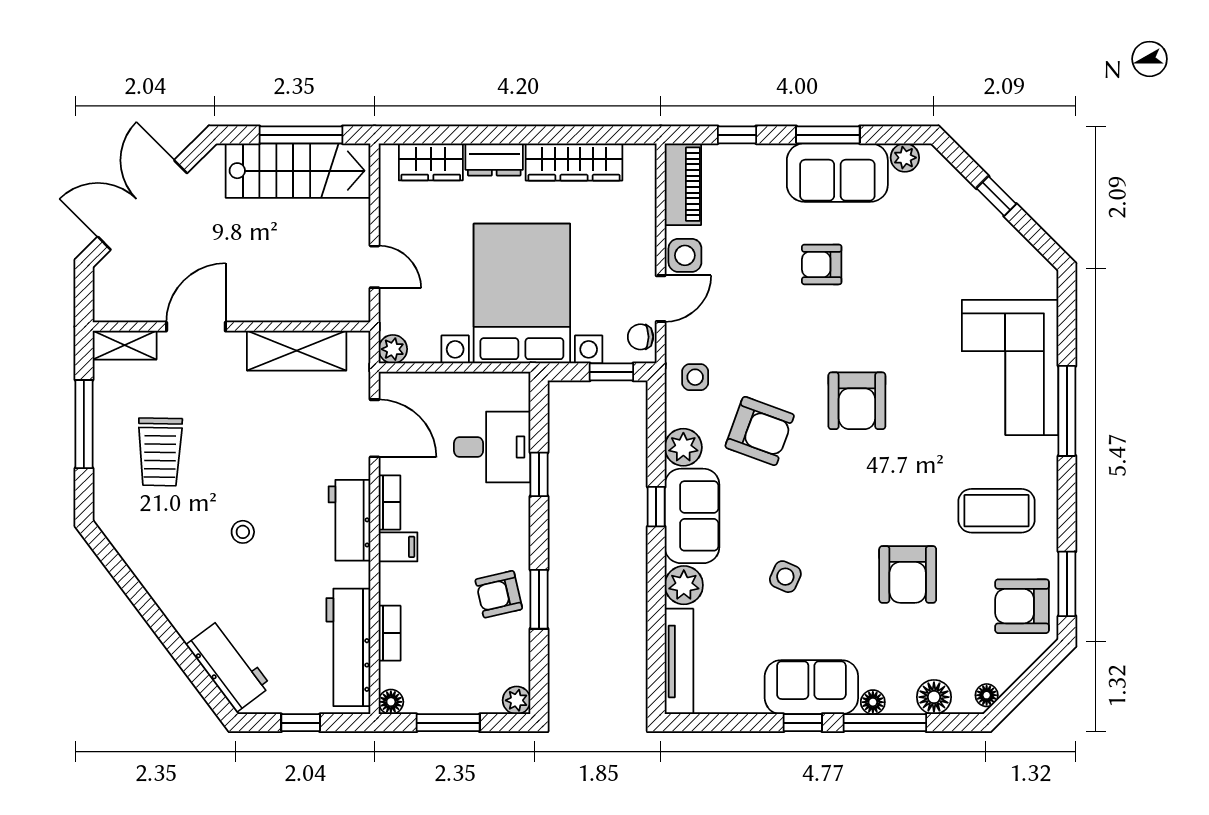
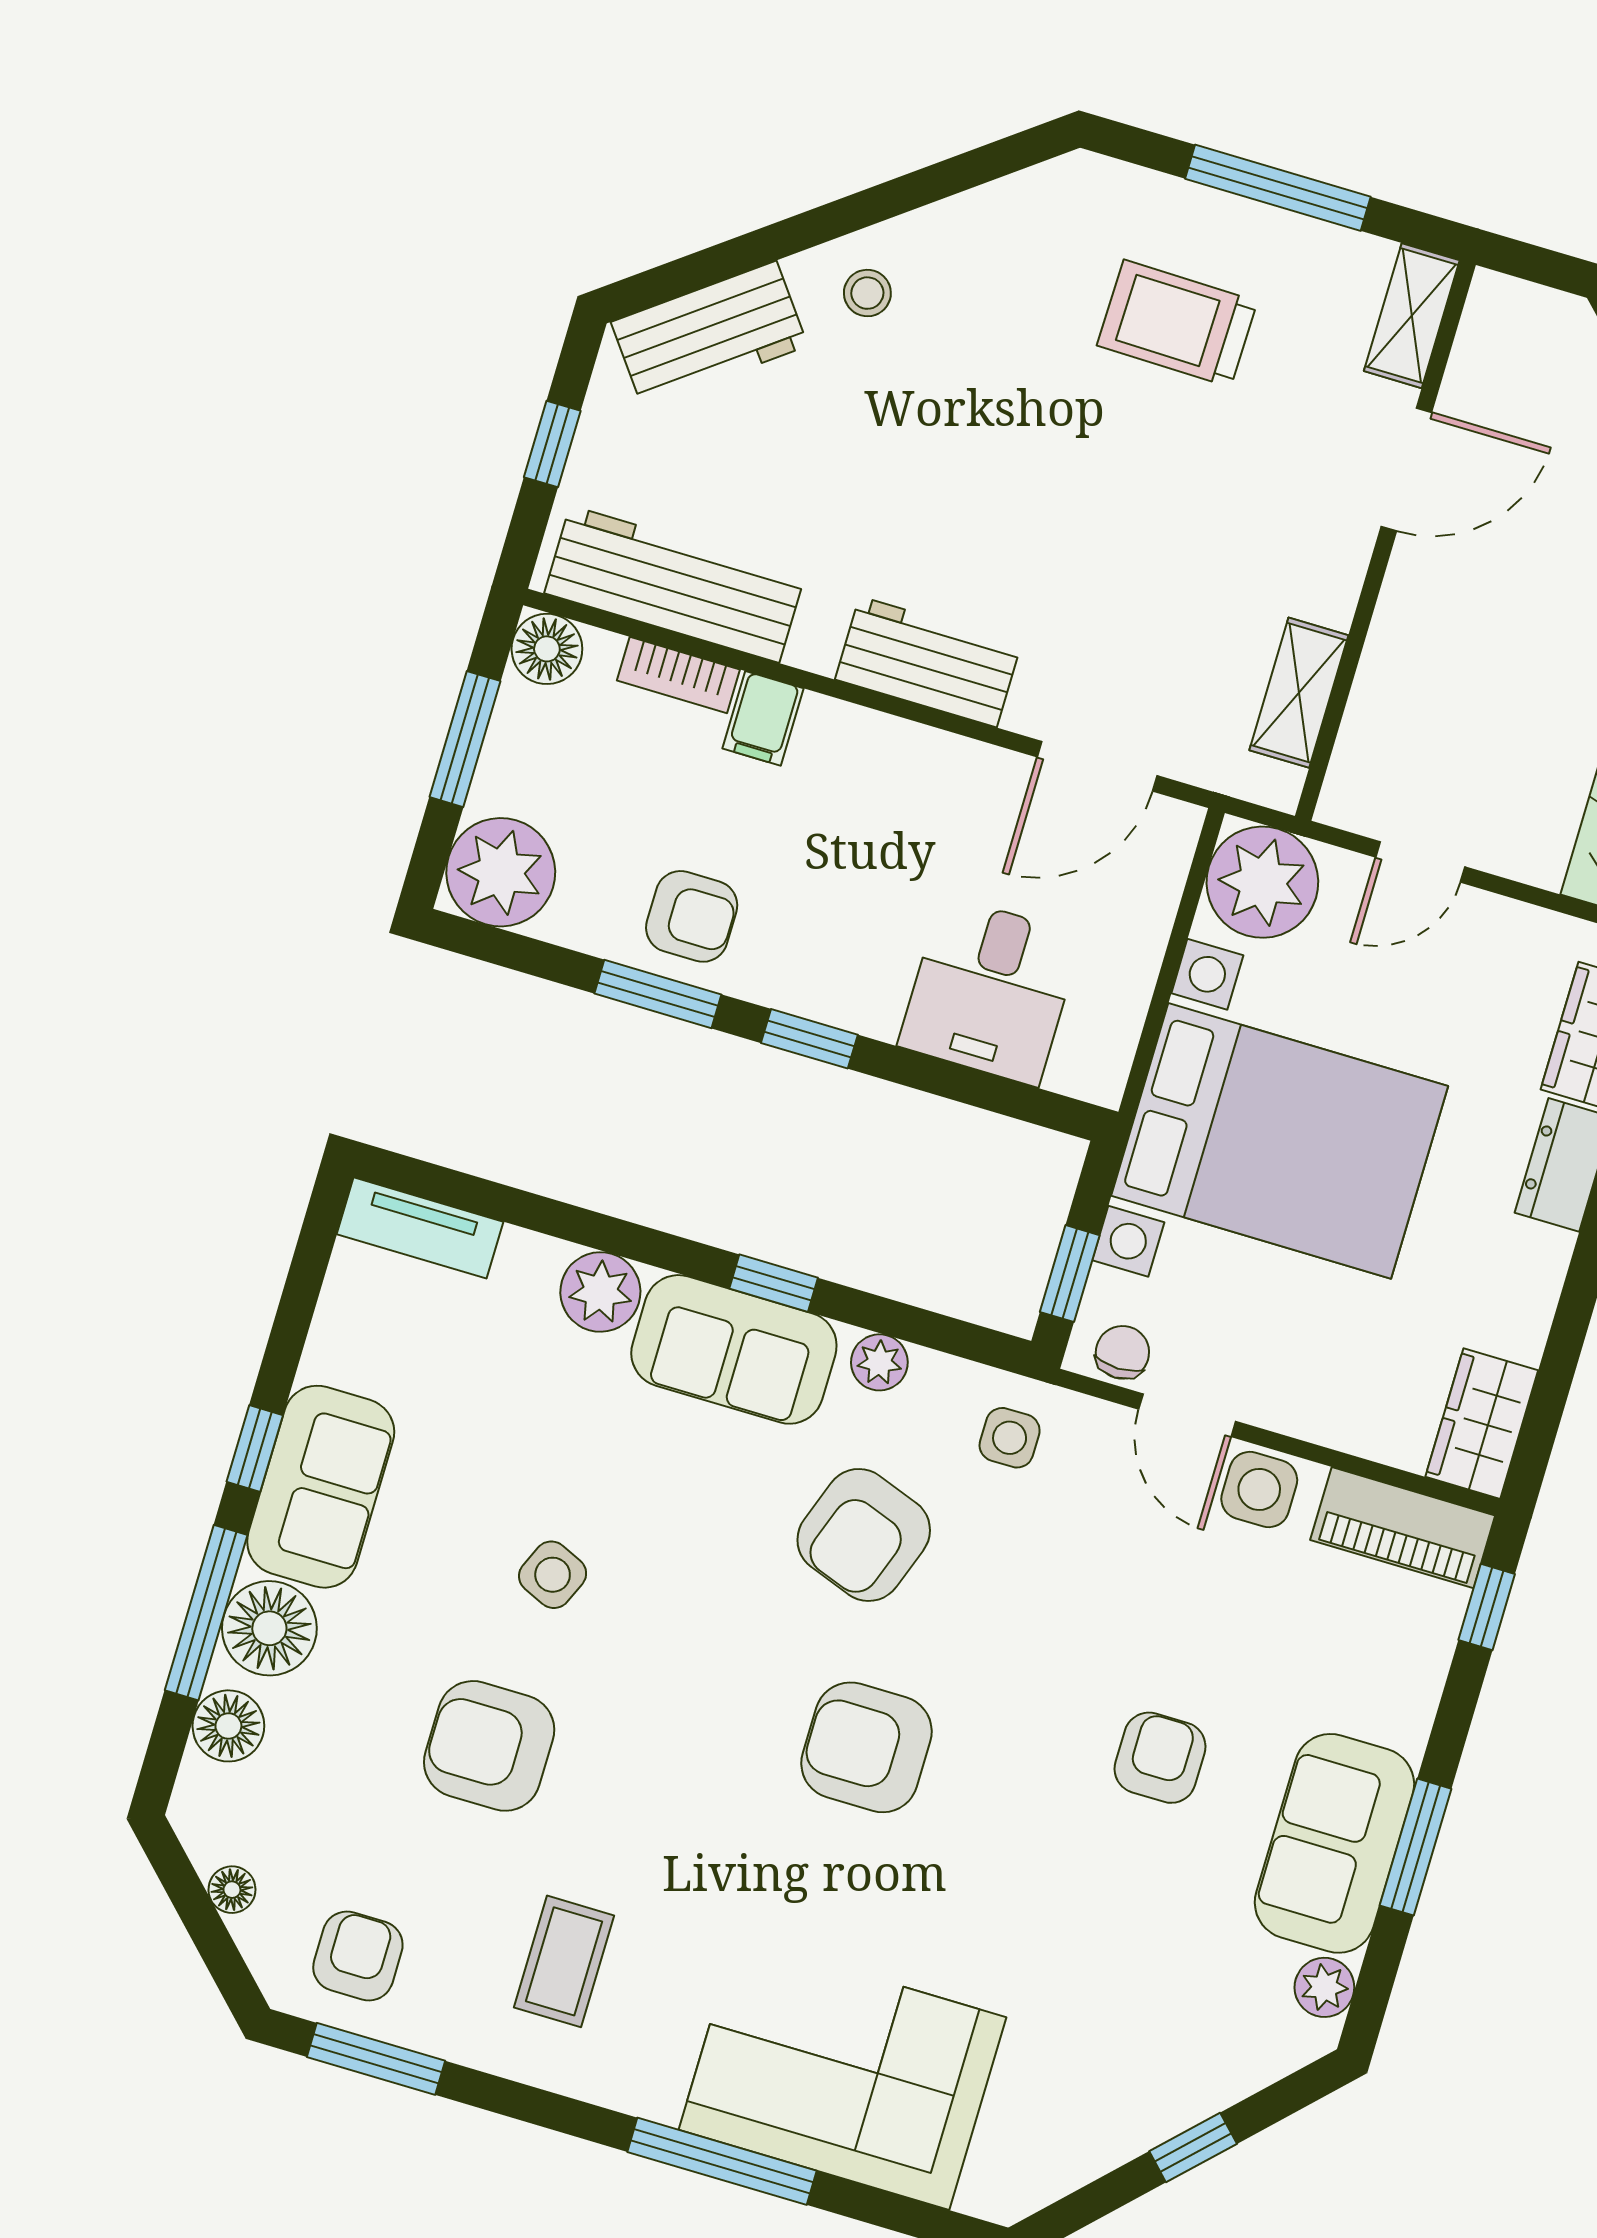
window: (737, 135) -> (1487, 1607), moved
wardrobe: (574, 162) -> (1482, 1424), moved, width x0.67
door: (196, 327) -> (1406, 469), hinge flipped
plant: (393, 349) -> (1262, 882), width x1.87, depth x1.87
shelving: (297, 351) -> (1299, 693), width x0.67, depth x0.75
plant: (683, 447) -> (879, 1362), width x0.73, depth x0.73
window: (539, 474) -> (809, 1039), moved
bookcase: (389, 502) -> (940, 752), removed
coffee table: (997, 511) -> (564, 1961), width x0.73, depth x0.77
stool: (243, 532) -> (867, 293), moved
filing cabinet: (398, 547) -> (763, 718), moved
side table: (785, 577) -> (553, 1575), moved
armchair: (499, 594) -> (692, 916), turned 103
armchair: (1022, 606) -> (358, 1956), width x0.72, depth x0.72
tv unit: (679, 661) -> (420, 1228), width x0.71
floor lamp: (987, 695) -> (232, 1890), moved
plant: (517, 700) -> (501, 872), width x1.88, depth x1.88
floor lamp: (391, 702) -> (547, 649), width x1.37, depth x1.37
floor lamp: (873, 702) -> (269, 1628), width x1.89, depth x1.89

